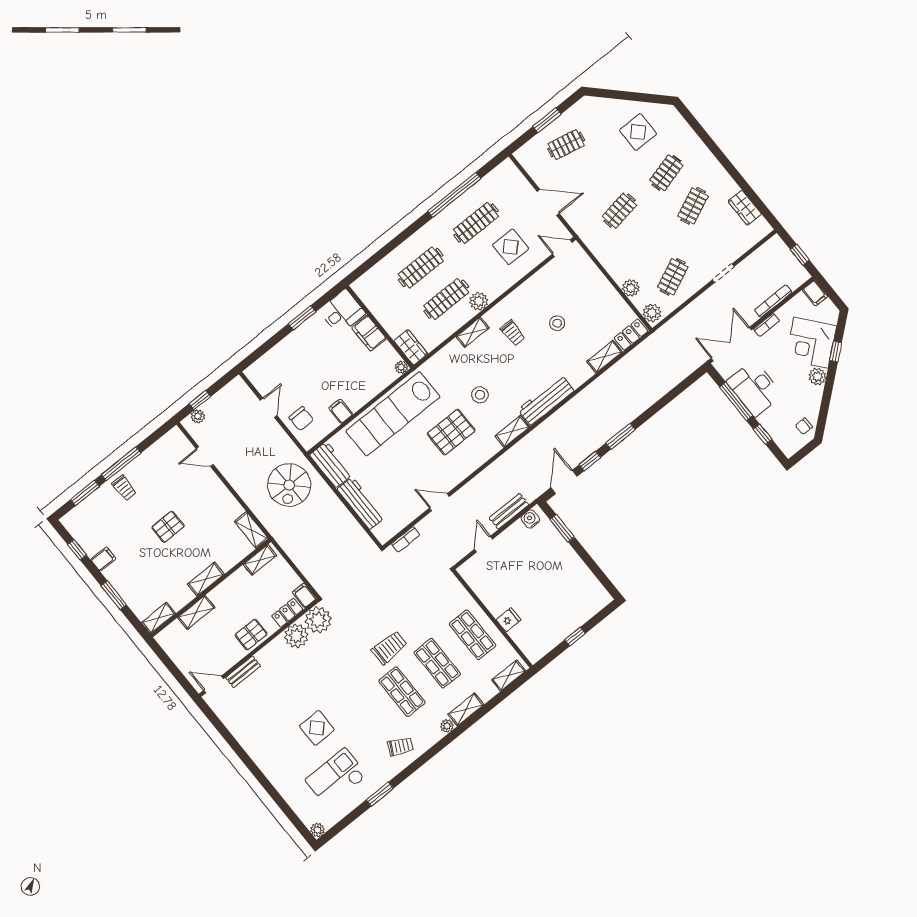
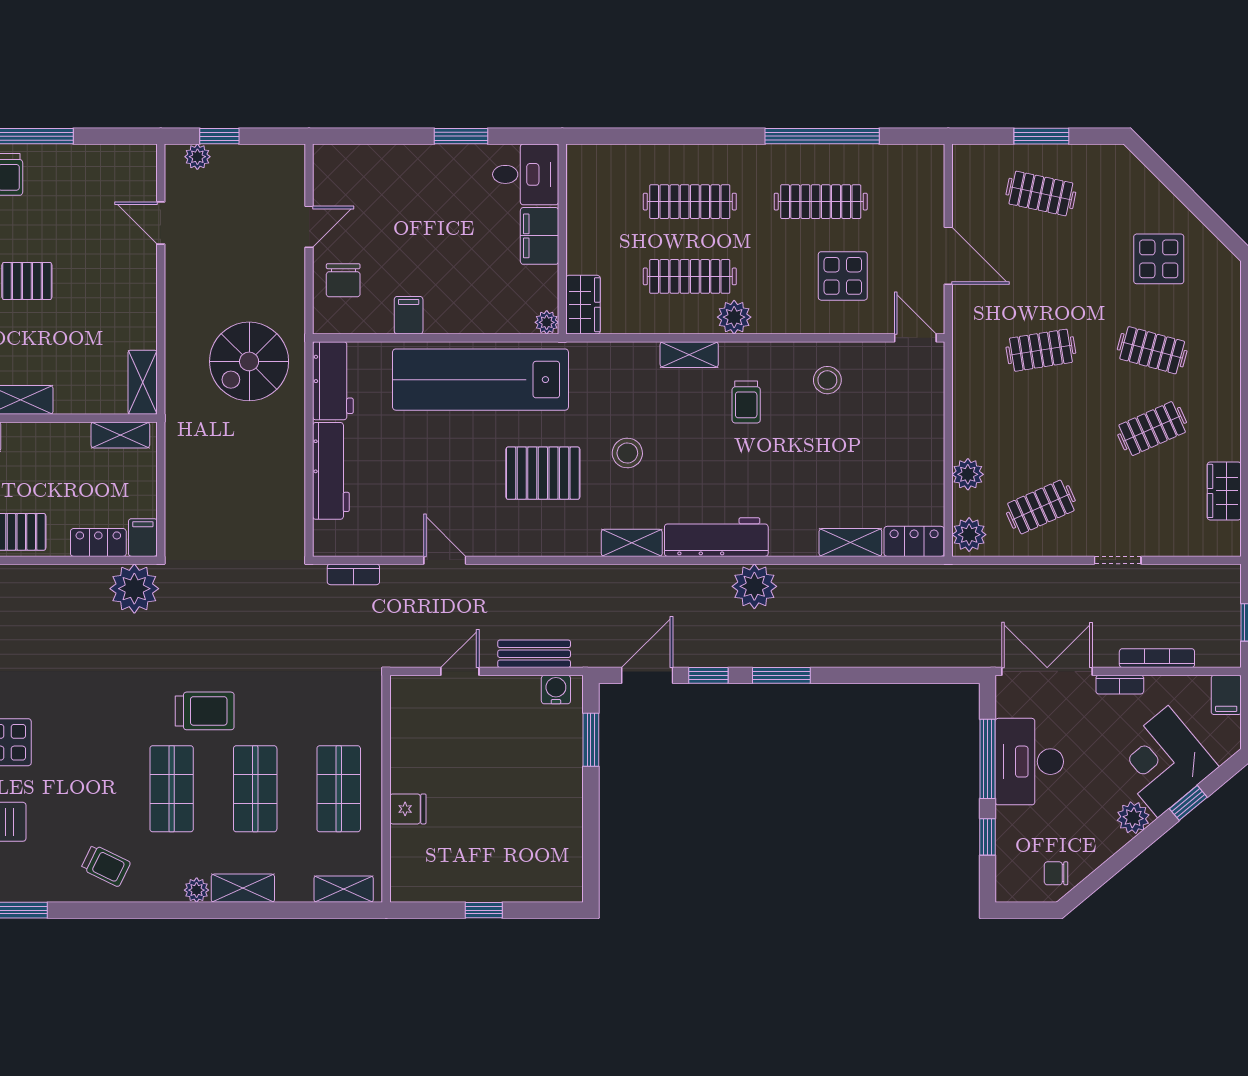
clothes rail: (666, 173) -> (1152, 350), turned 30
stool: (557, 323) -> (827, 380), moved
plant: (296, 636) -> (754, 586), moved

